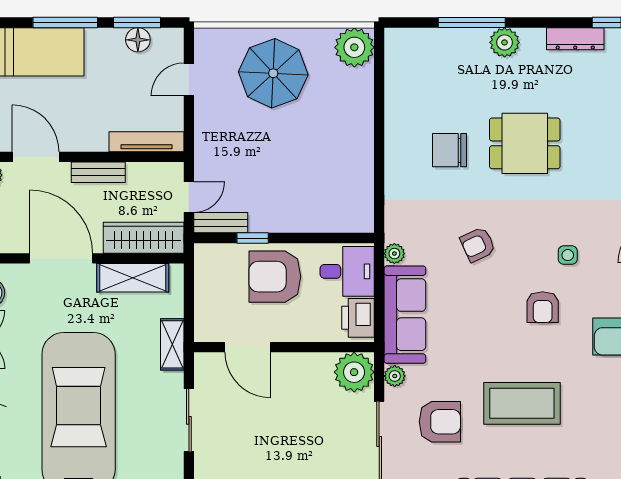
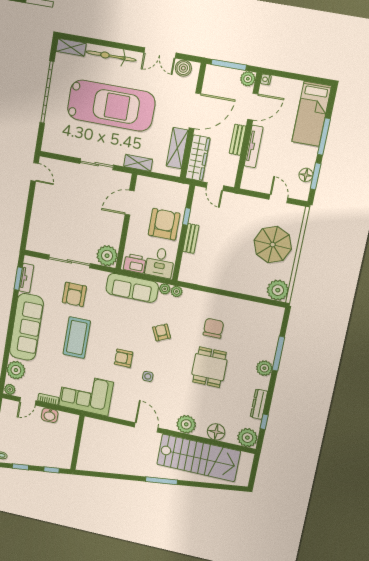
tv unit: (146, 142) -> (254, 146), moved
bench: (221, 223) -> (191, 238), moved
plant: (395, 376) -> (177, 291), moved

